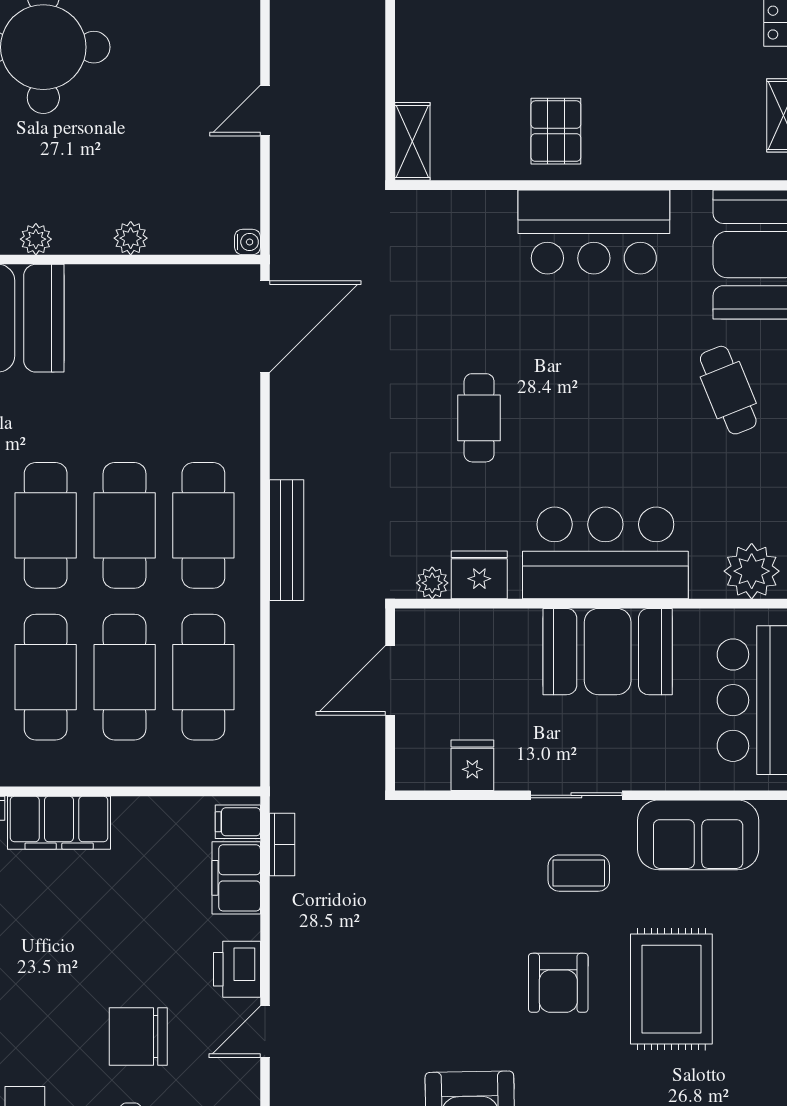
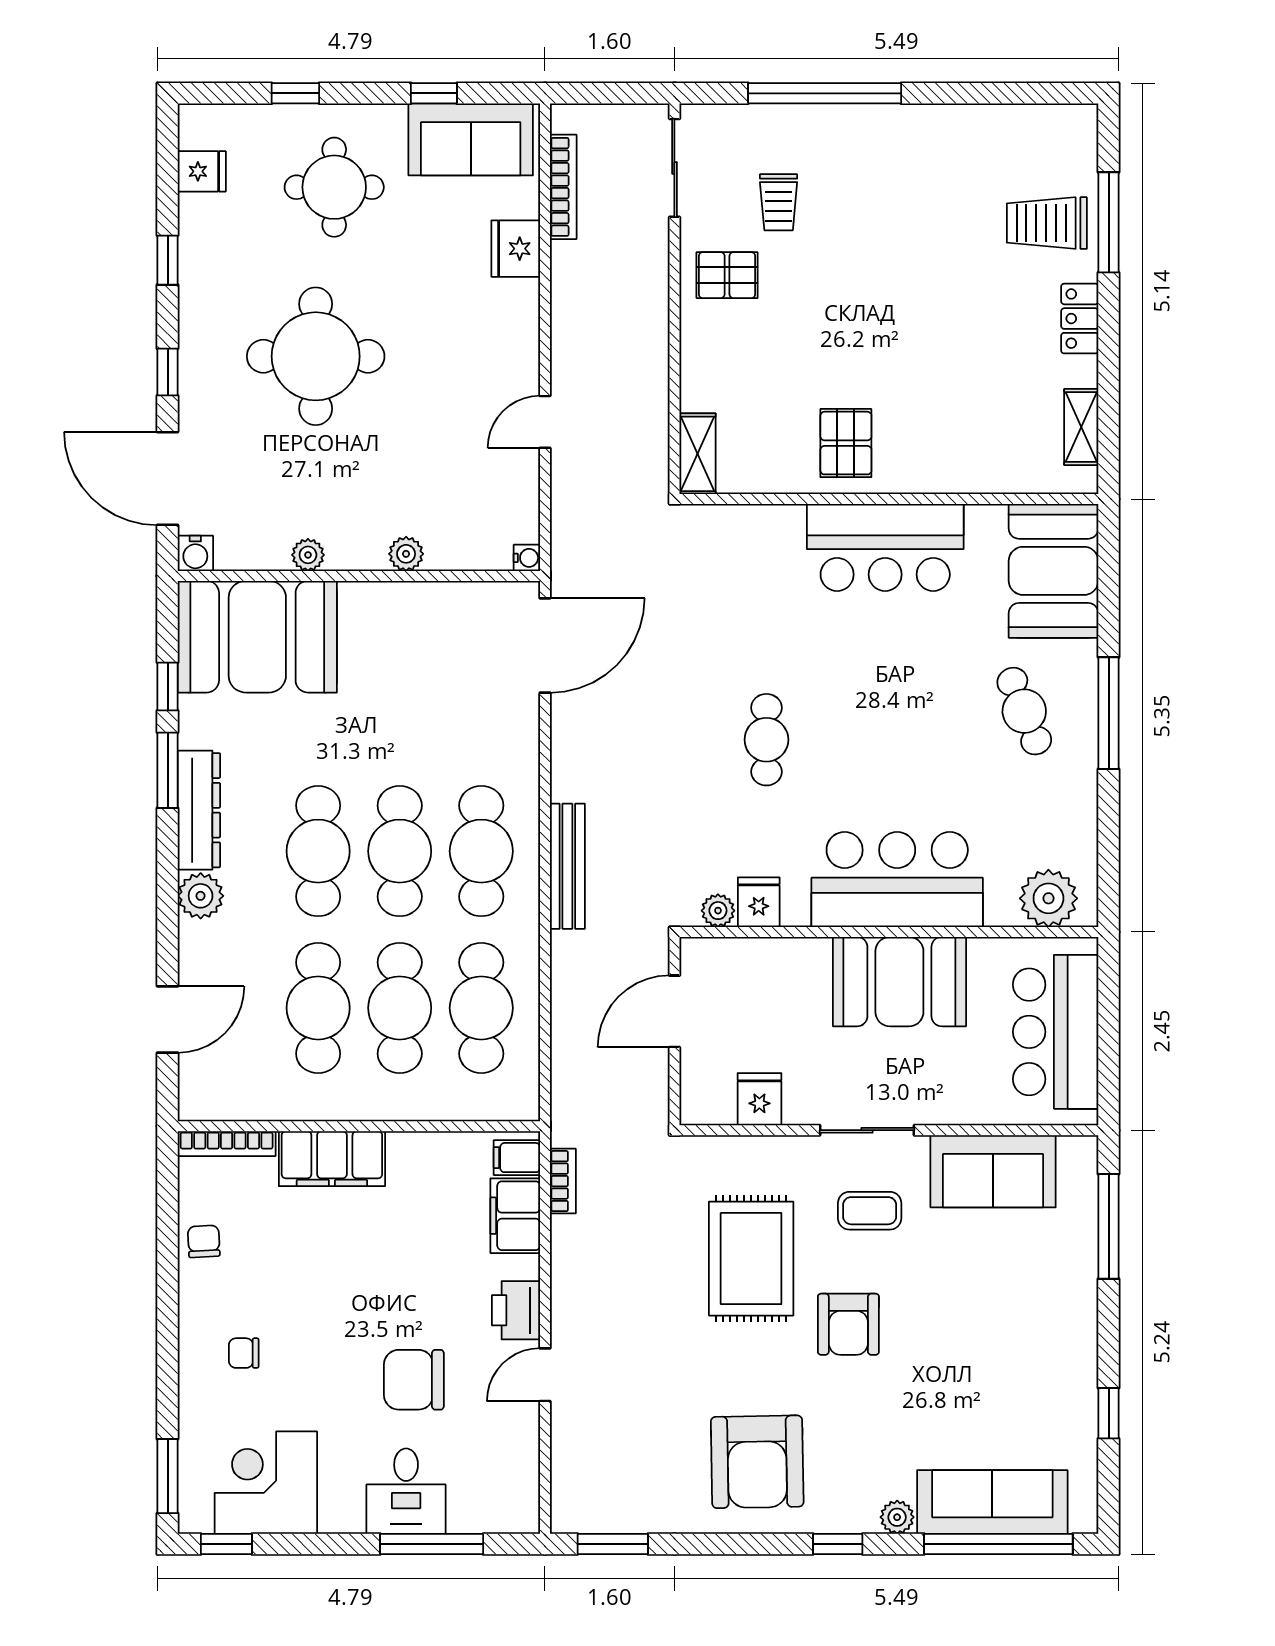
fridge: (479, 575) -> (759, 902), width x0.72
rug: (671, 989) -> (751, 1259), moved

